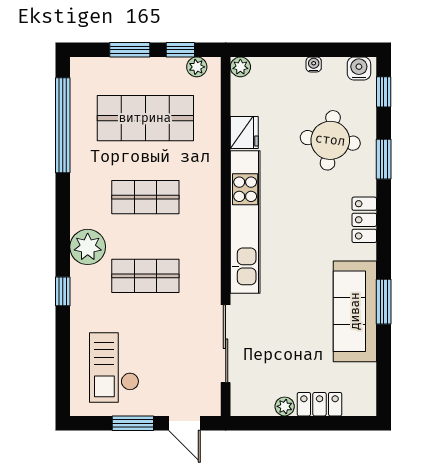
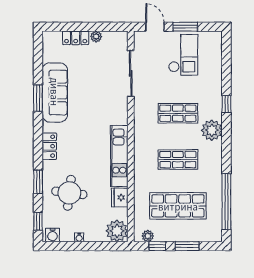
plant: (240, 67) -> (117, 231), width x1.88, depth x1.88
kitchen unit: (245, 222) -> (119, 156), width x0.73
checkout: (114, 367) -> (183, 55), moved

